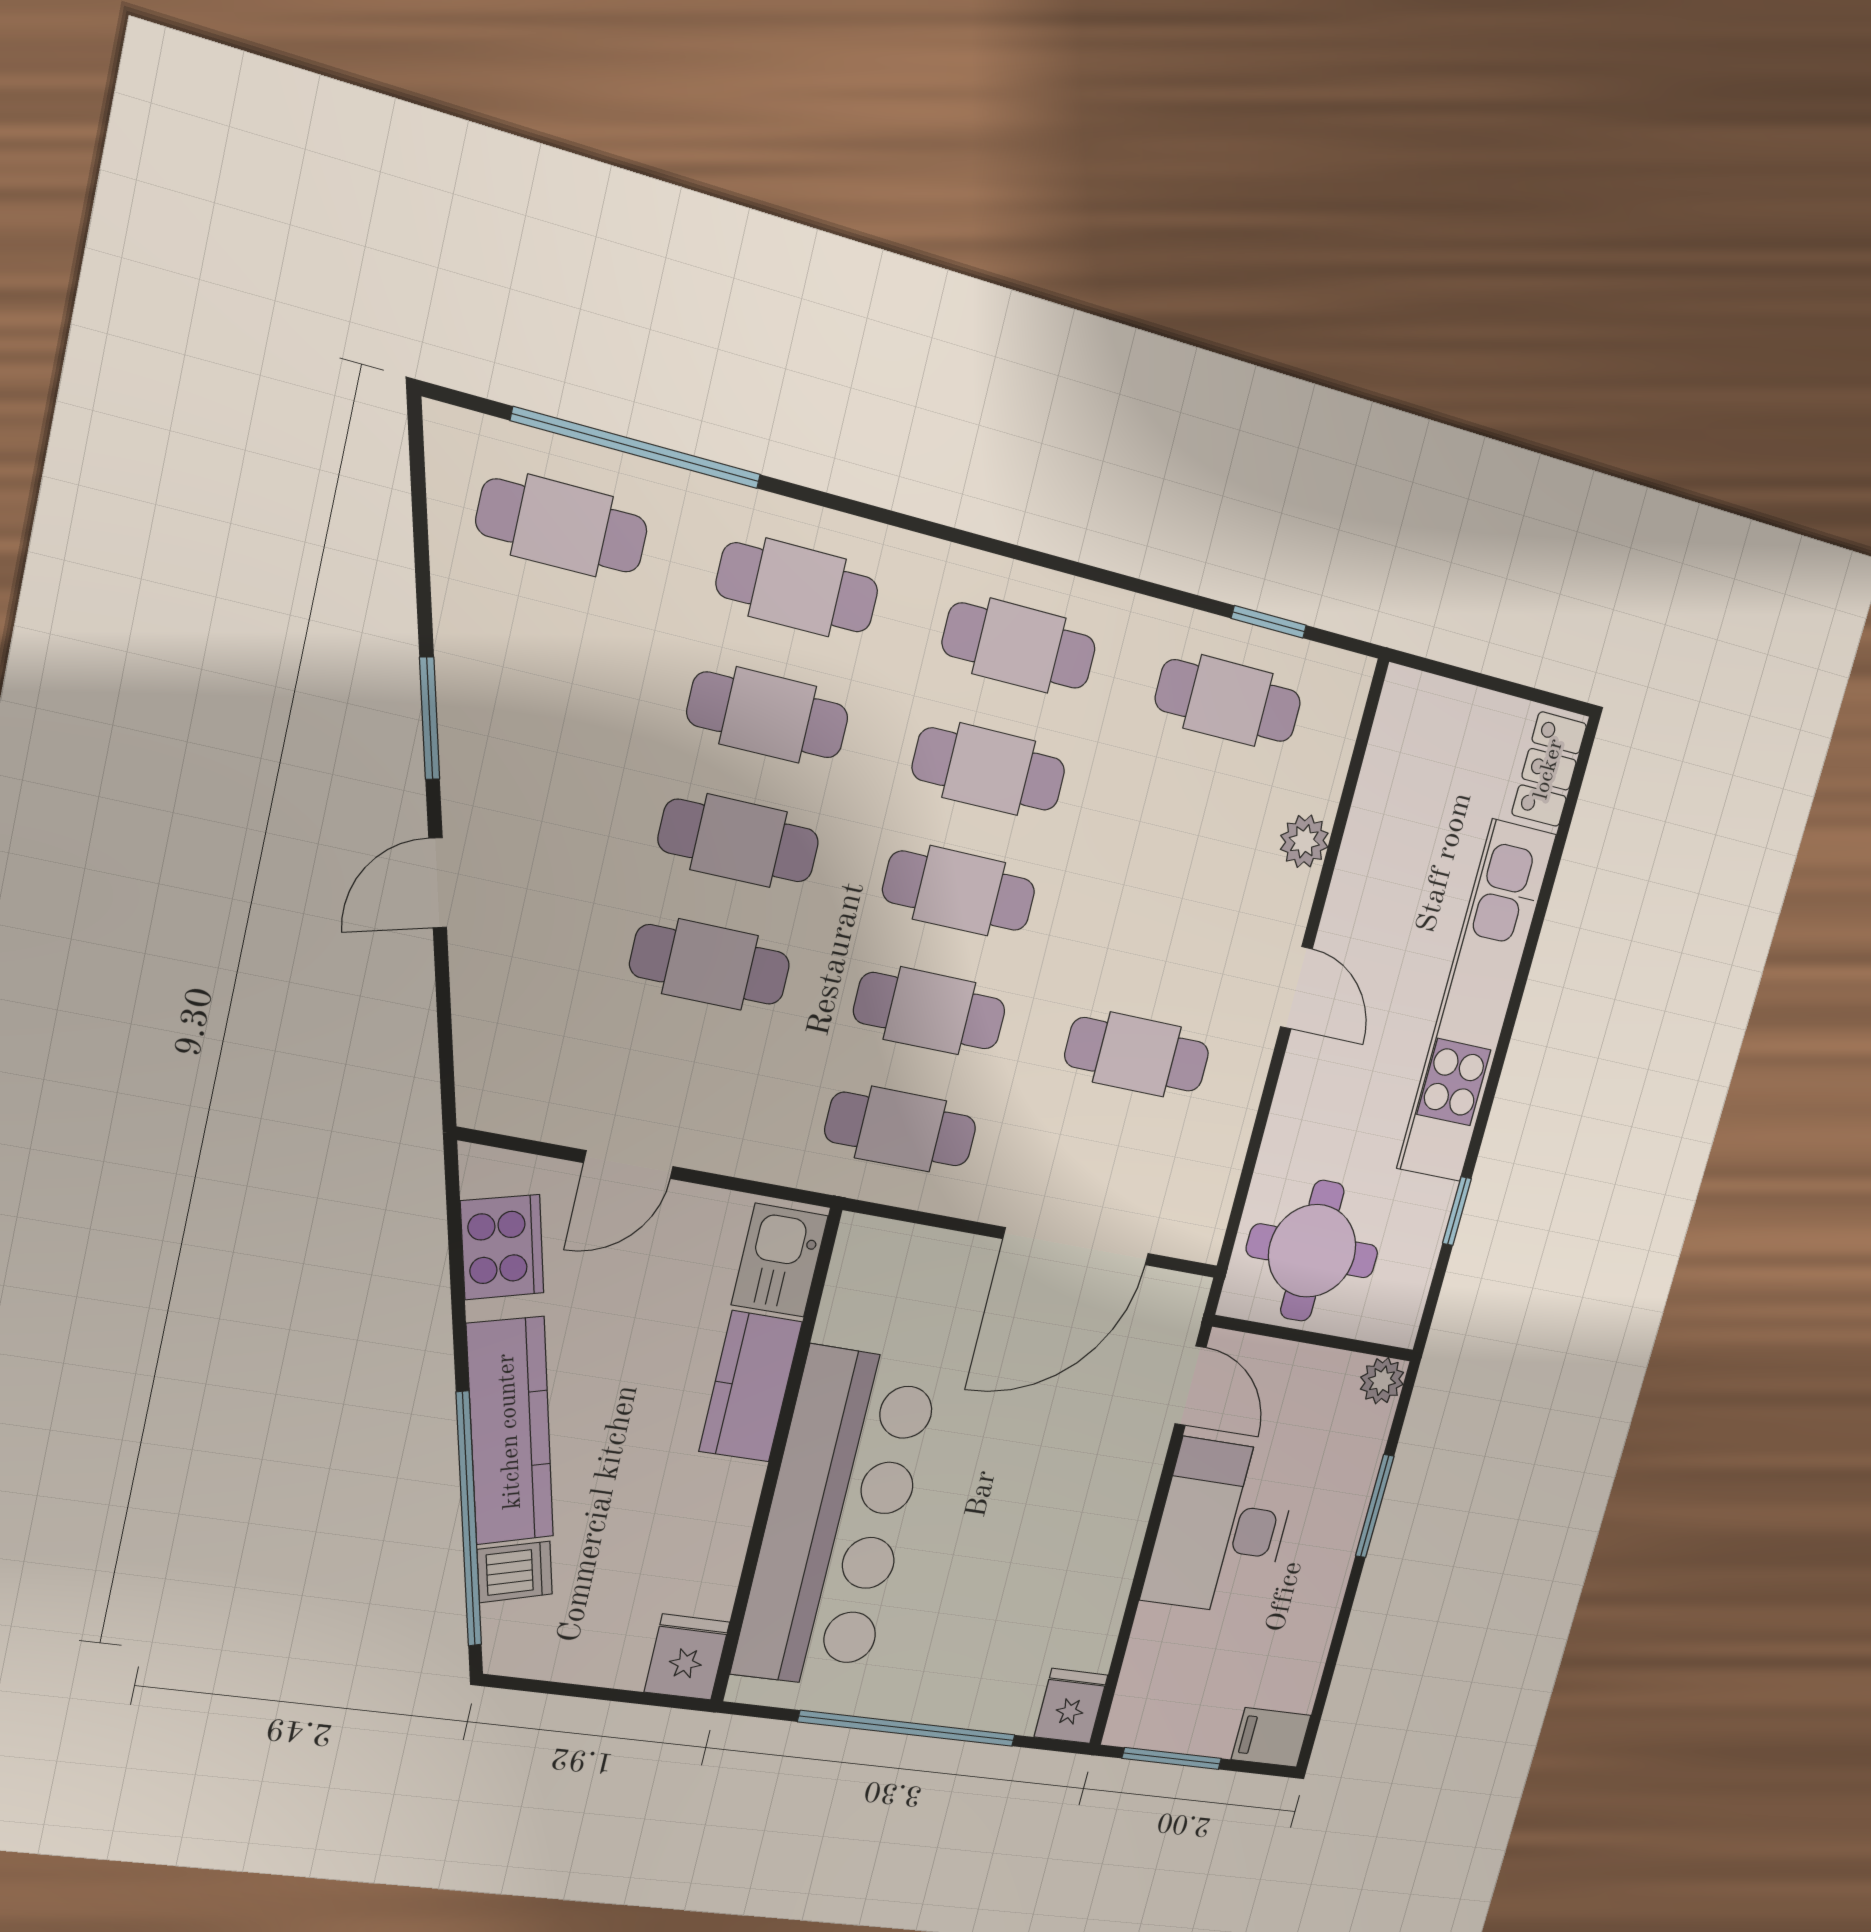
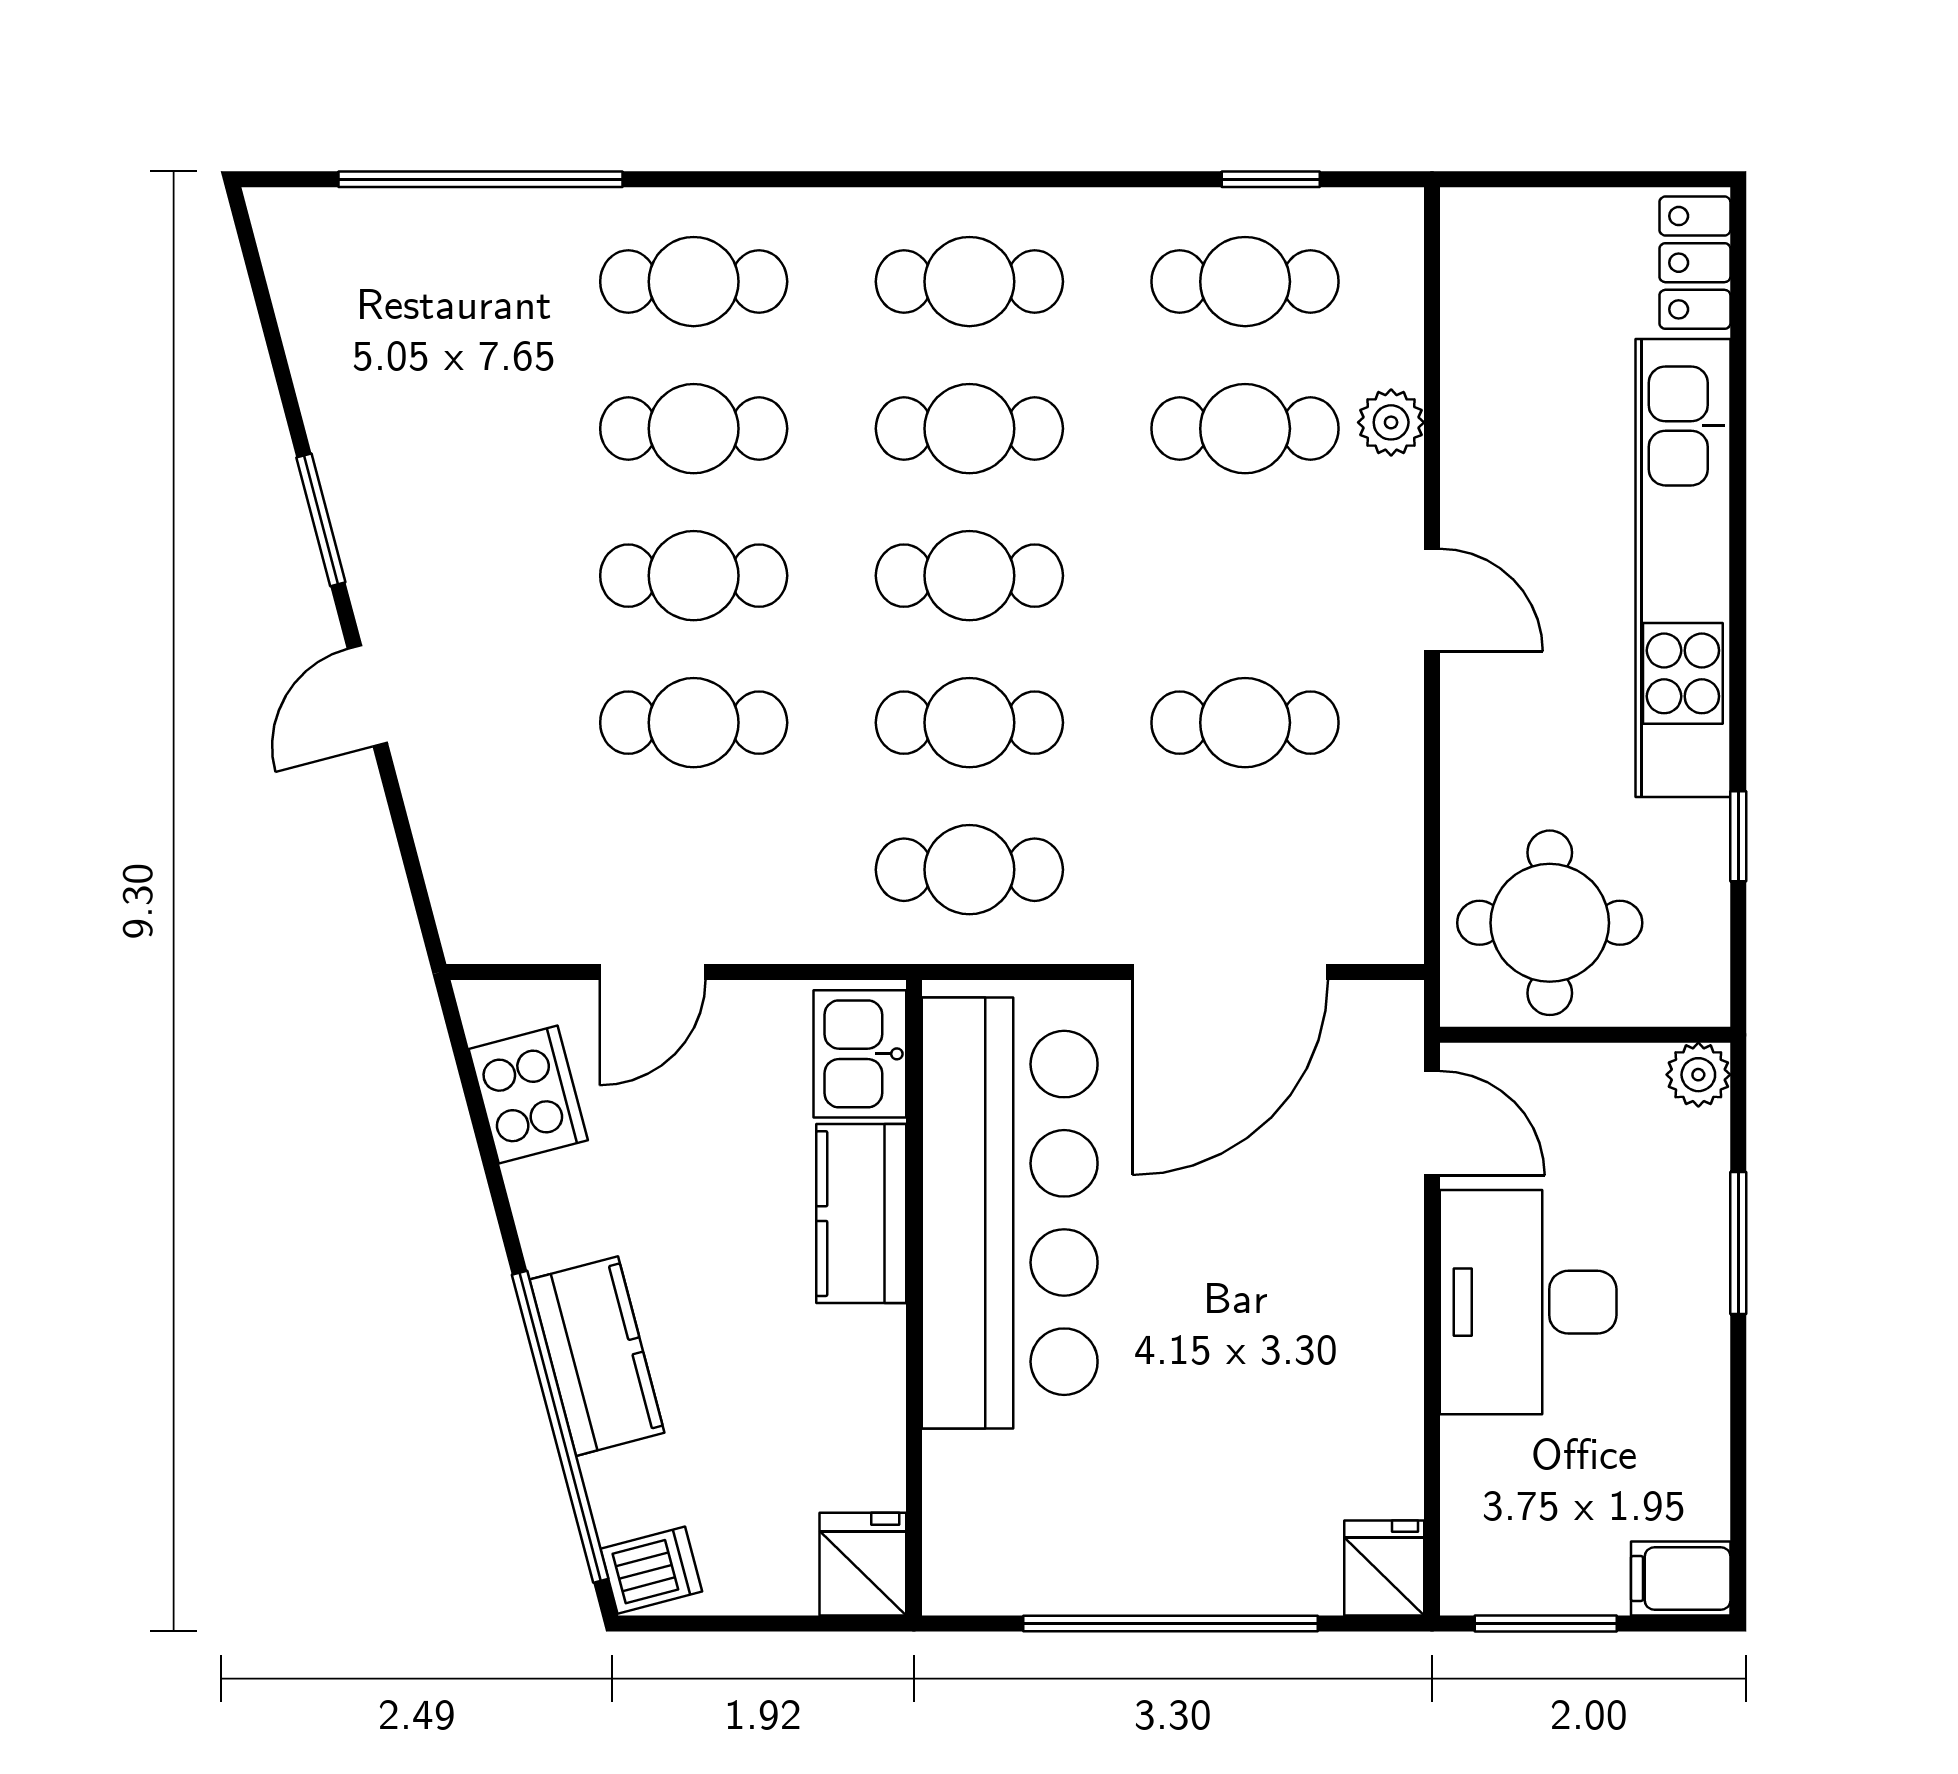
cafe table: (562, 526) -> (1245, 429), moved
kitchen counter: (510, 1431) -> (597, 1356), width x0.67
bar counter: (836, 1520) -> (1010, 1213), moved
dishwasher: (515, 1572) -> (651, 1570), moved

